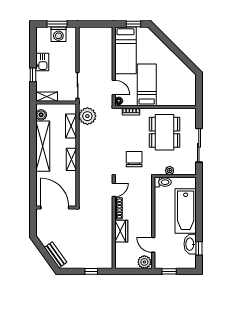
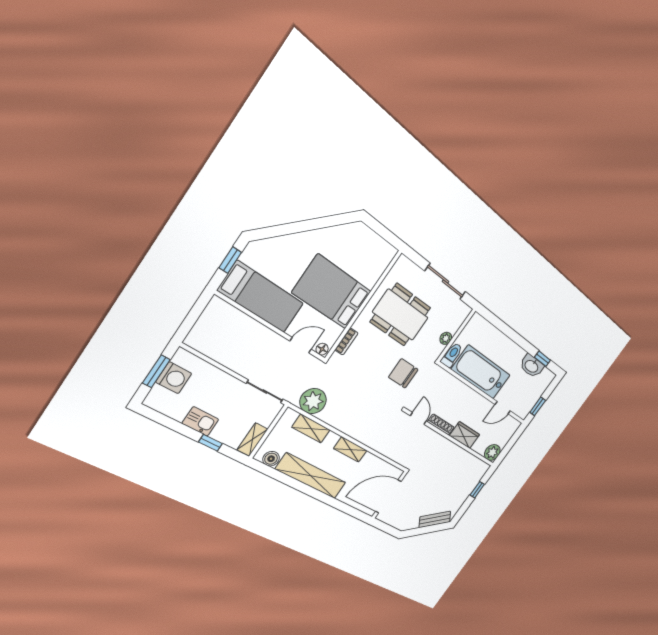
bed: (147, 85) -> (332, 292), width x1.50
bathtub: (186, 211) -> (481, 372), moved, turned 180
plant: (144, 262) -> (492, 452), moved

